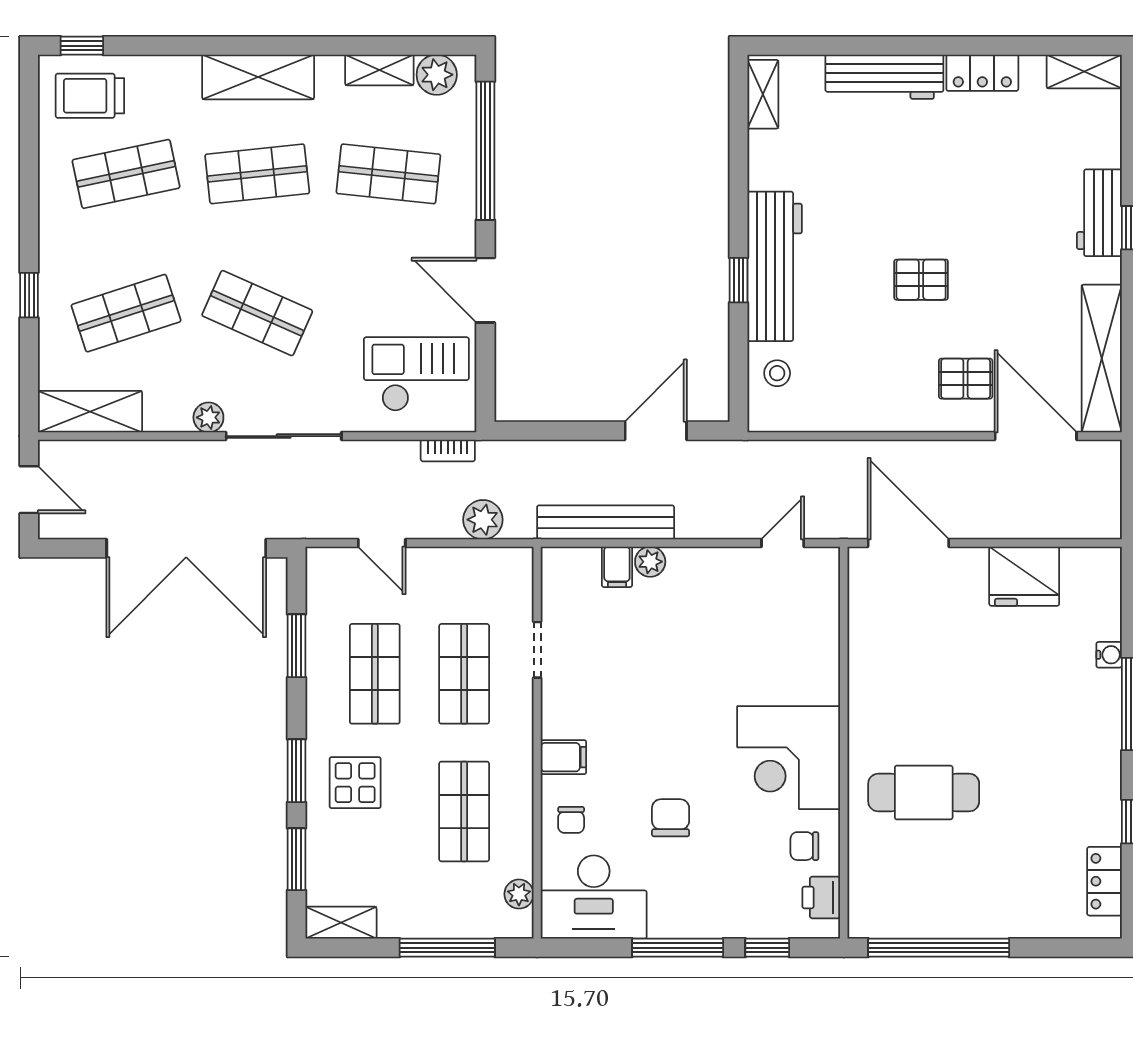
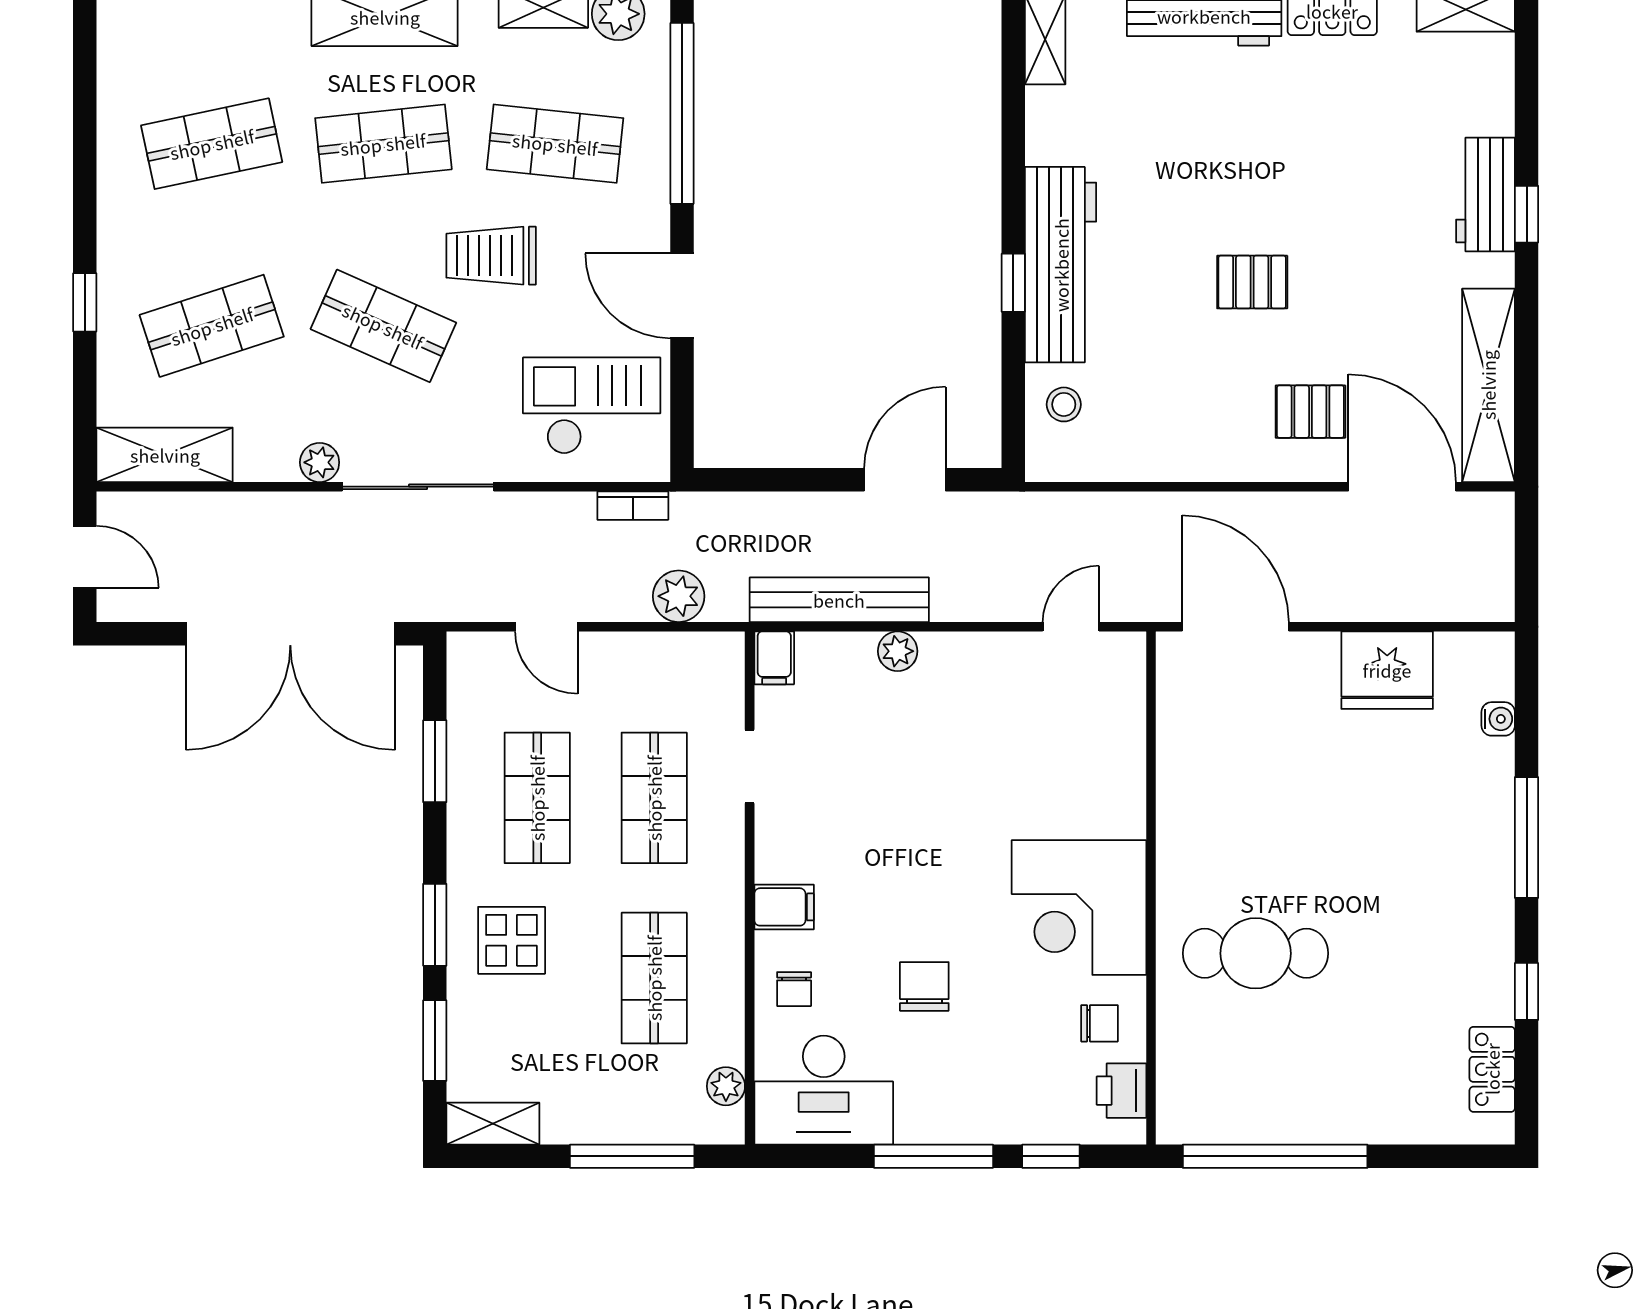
trolley: (90, 96) -> (491, 256), moved
filing cabinet: (617, 567) -> (774, 658), moved
water cooler: (1109, 655) -> (1498, 719), moved
chair: (804, 846) -> (1100, 1023), turned 180

